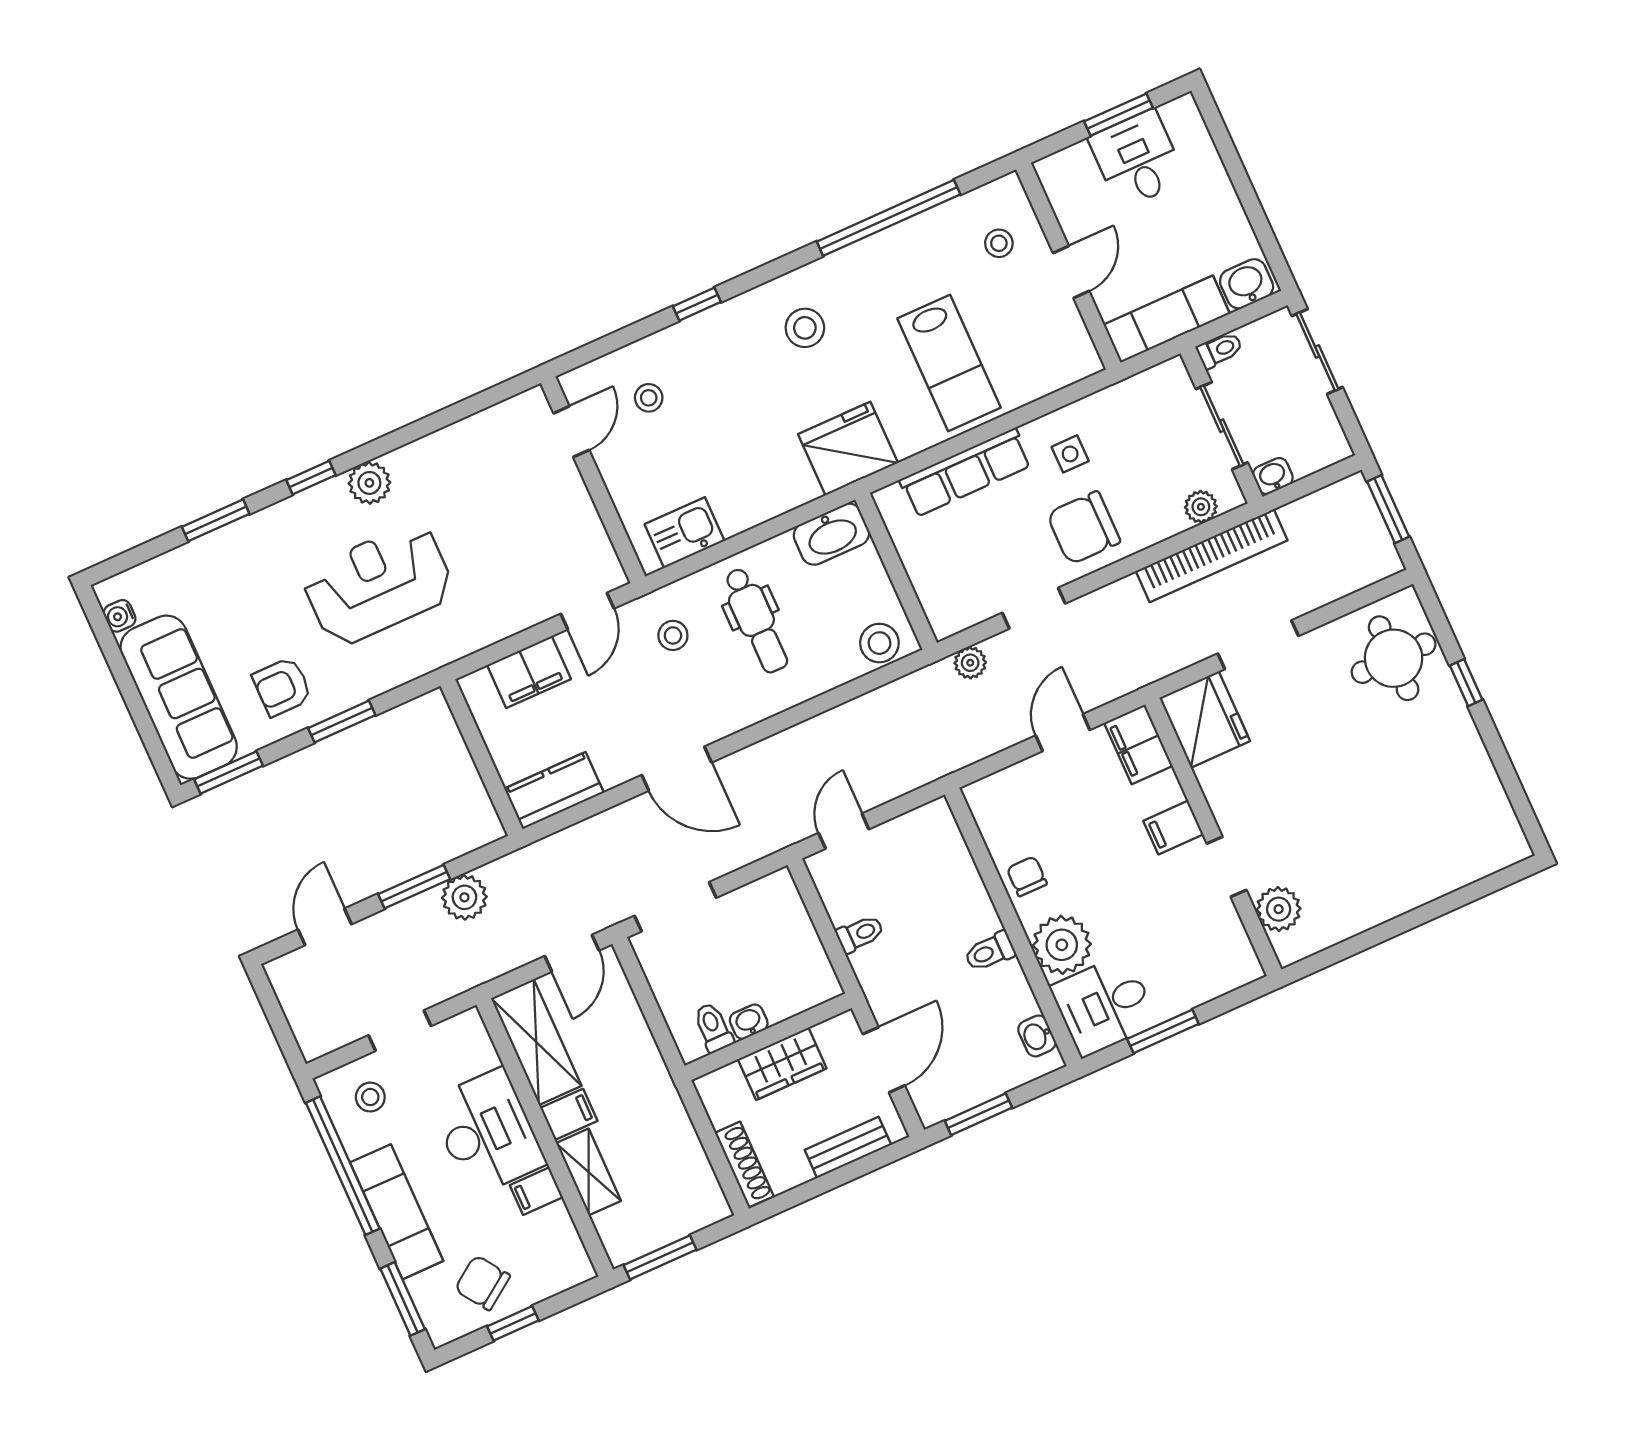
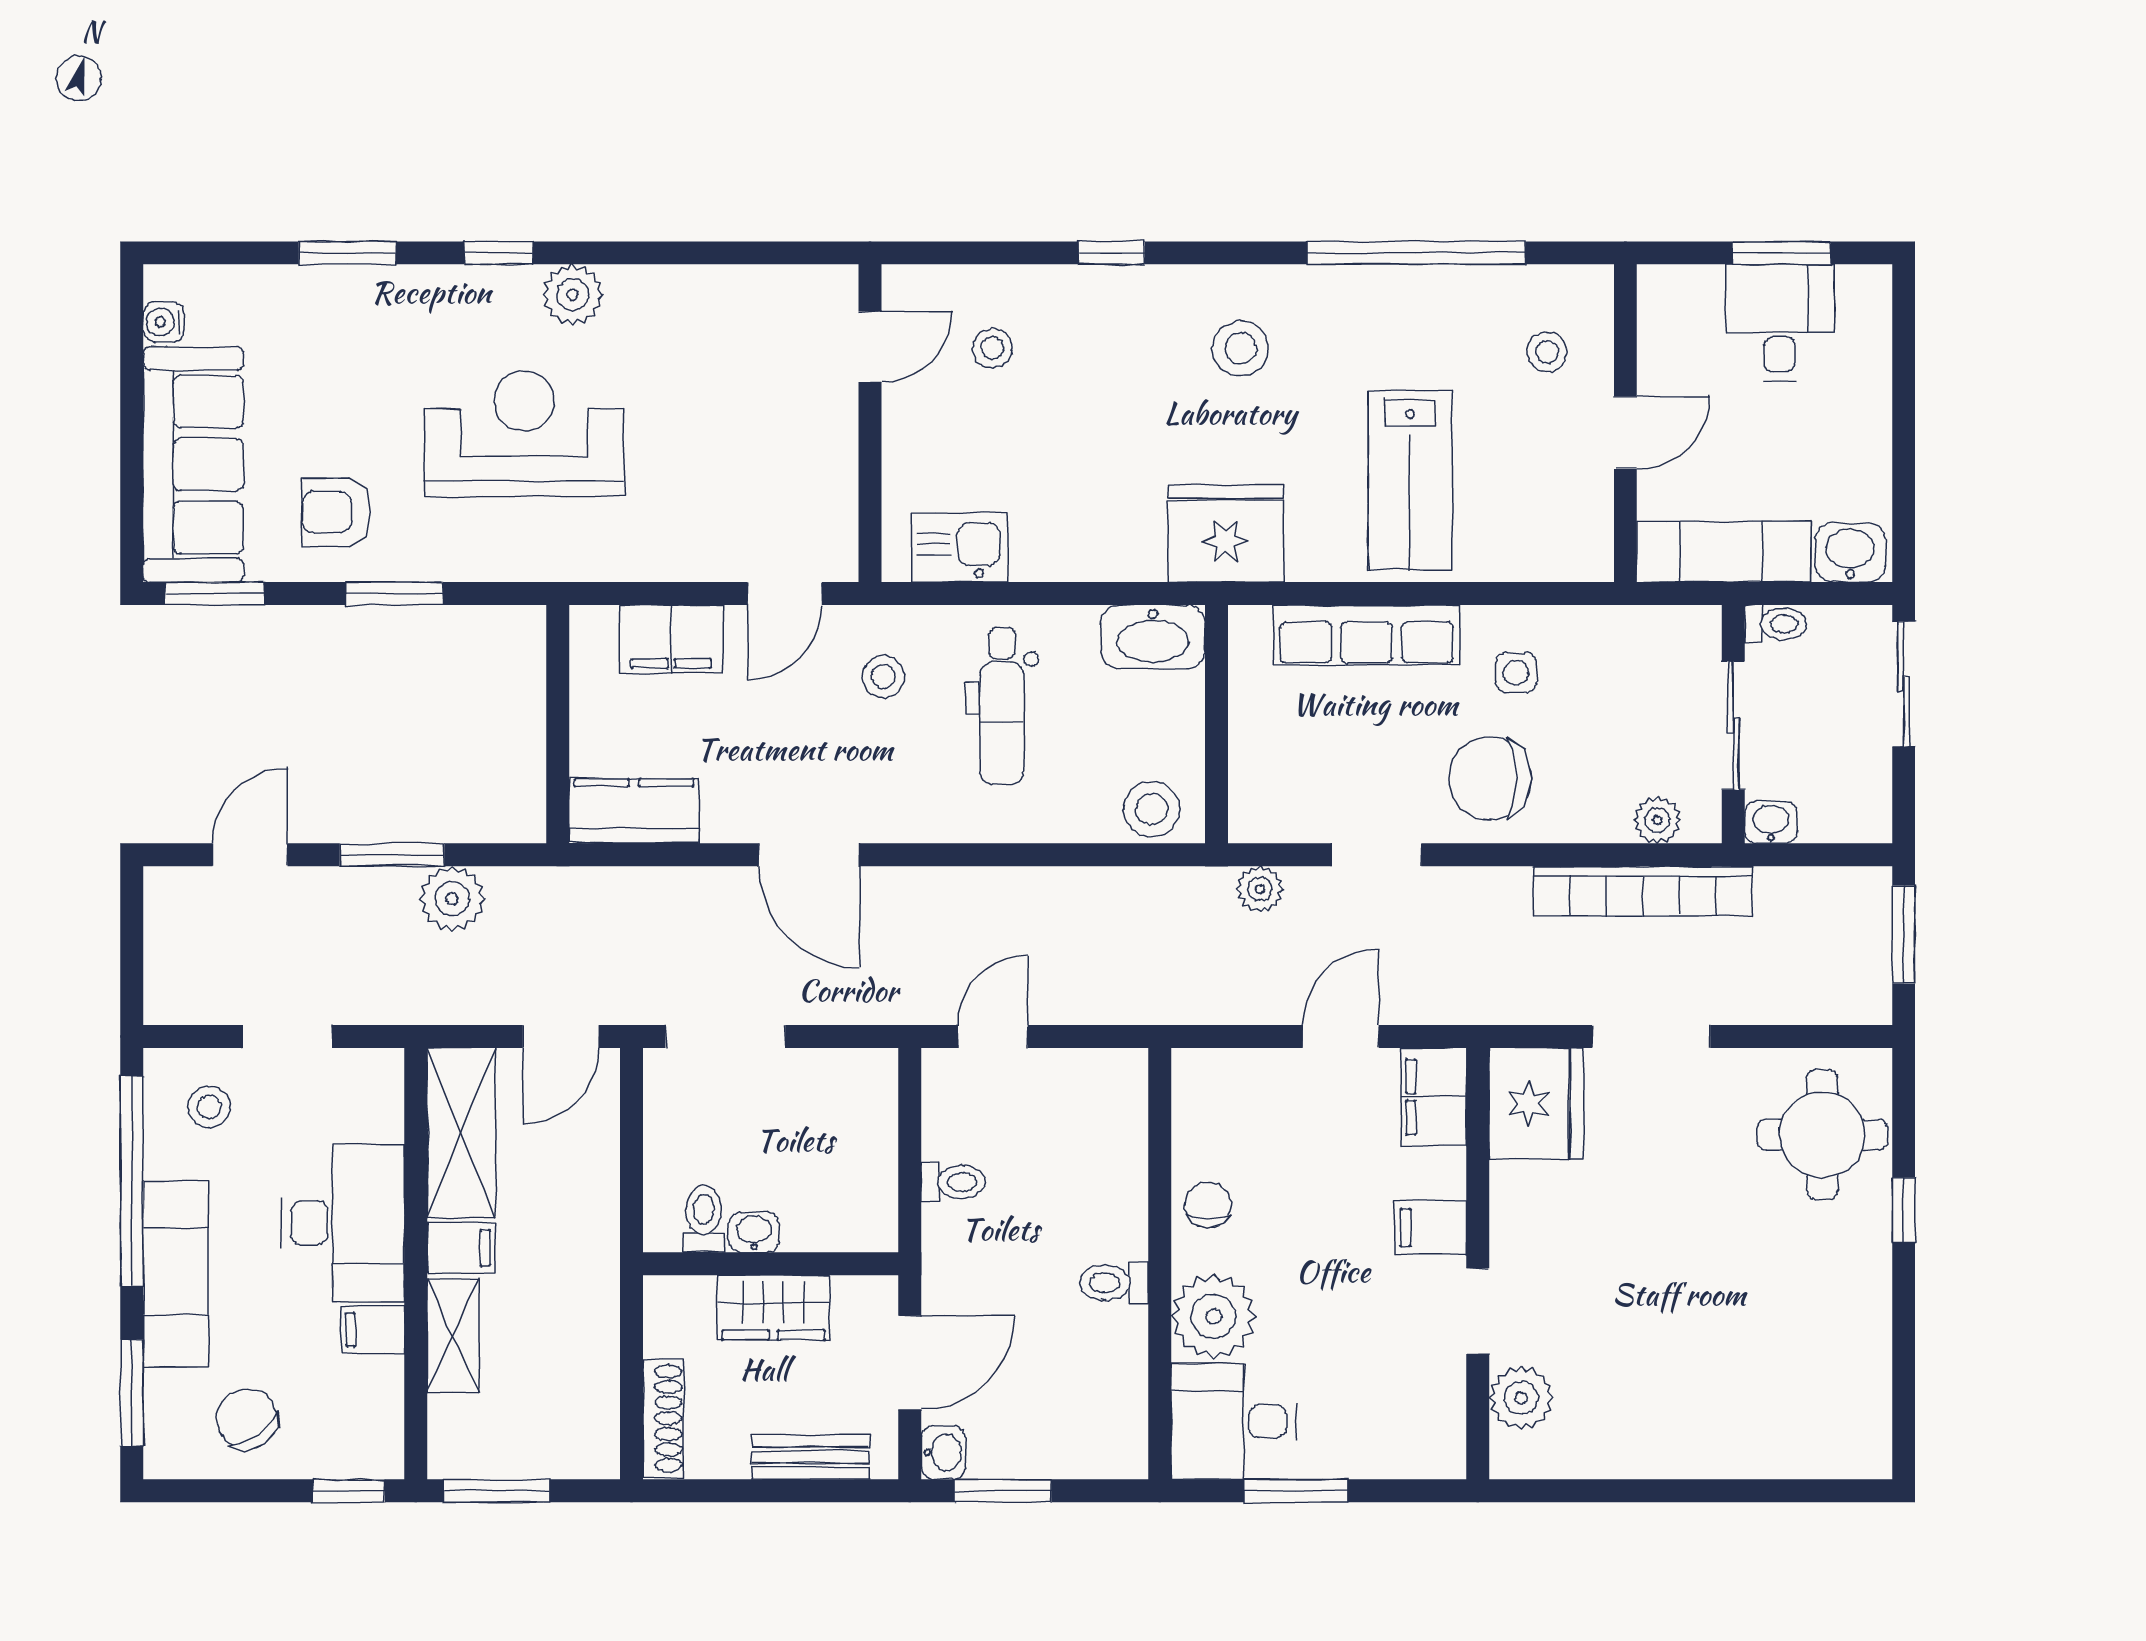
washbasin: (1037, 1036) -> (943, 1452), moved, turned 180
window: (513, 1323) -> (349, 1491), moved

